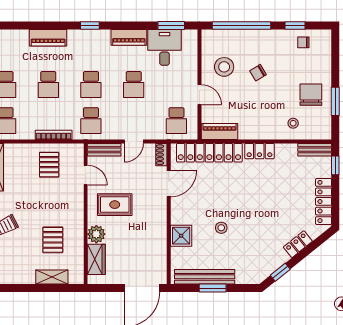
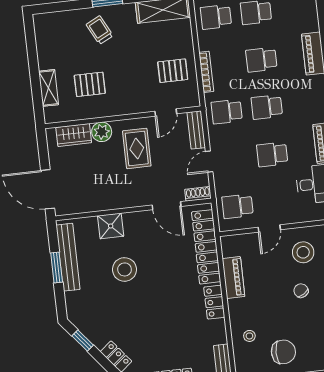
piano: (219, 131) -> (233, 278), moved
door: (134, 141) -> (209, 162), hinge flipped
stool: (221, 228) -> (125, 269), width x1.89, depth x1.89

